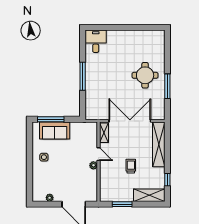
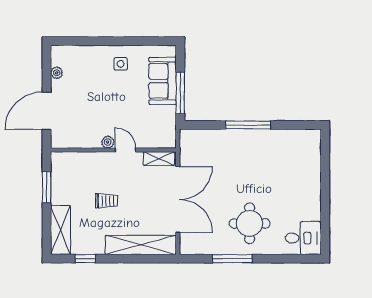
desk: (96, 41) -> (303, 238), moved
window: (51, 119) -> (180, 93), moved
door: (98, 154) -> (125, 150), swing flipped

